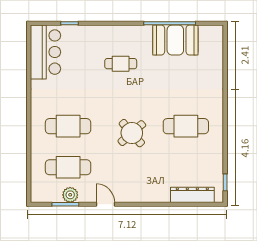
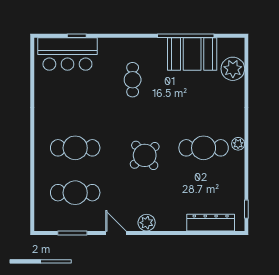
bar counter: (45, 52) -> (67, 54), moved, turned 90
plant: (213, 54) -> (233, 69), added
cafe table: (121, 64) -> (133, 80), turned 90
plant: (218, 122) -> (238, 144), added
plant: (70, 195) -> (147, 223), moved

